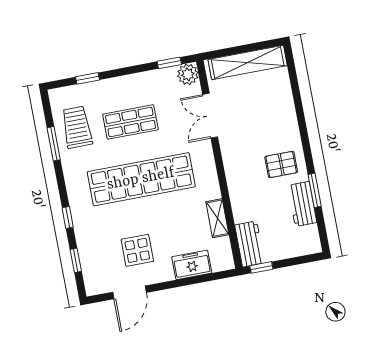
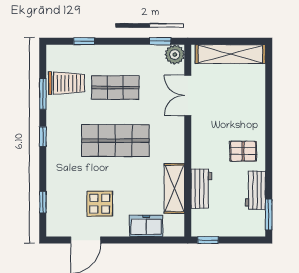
trolley: (77, 127) -> (66, 83), turned 90
shop shelf: (141, 179) -> (115, 141), width x0.71
window: (315, 190) -> (269, 215), moved
window: (68, 217) -> (43, 137), moved
shelving: (217, 218) -> (174, 188), width x1.50, depth x1.33
workbench: (250, 244) -> (201, 189), moved

